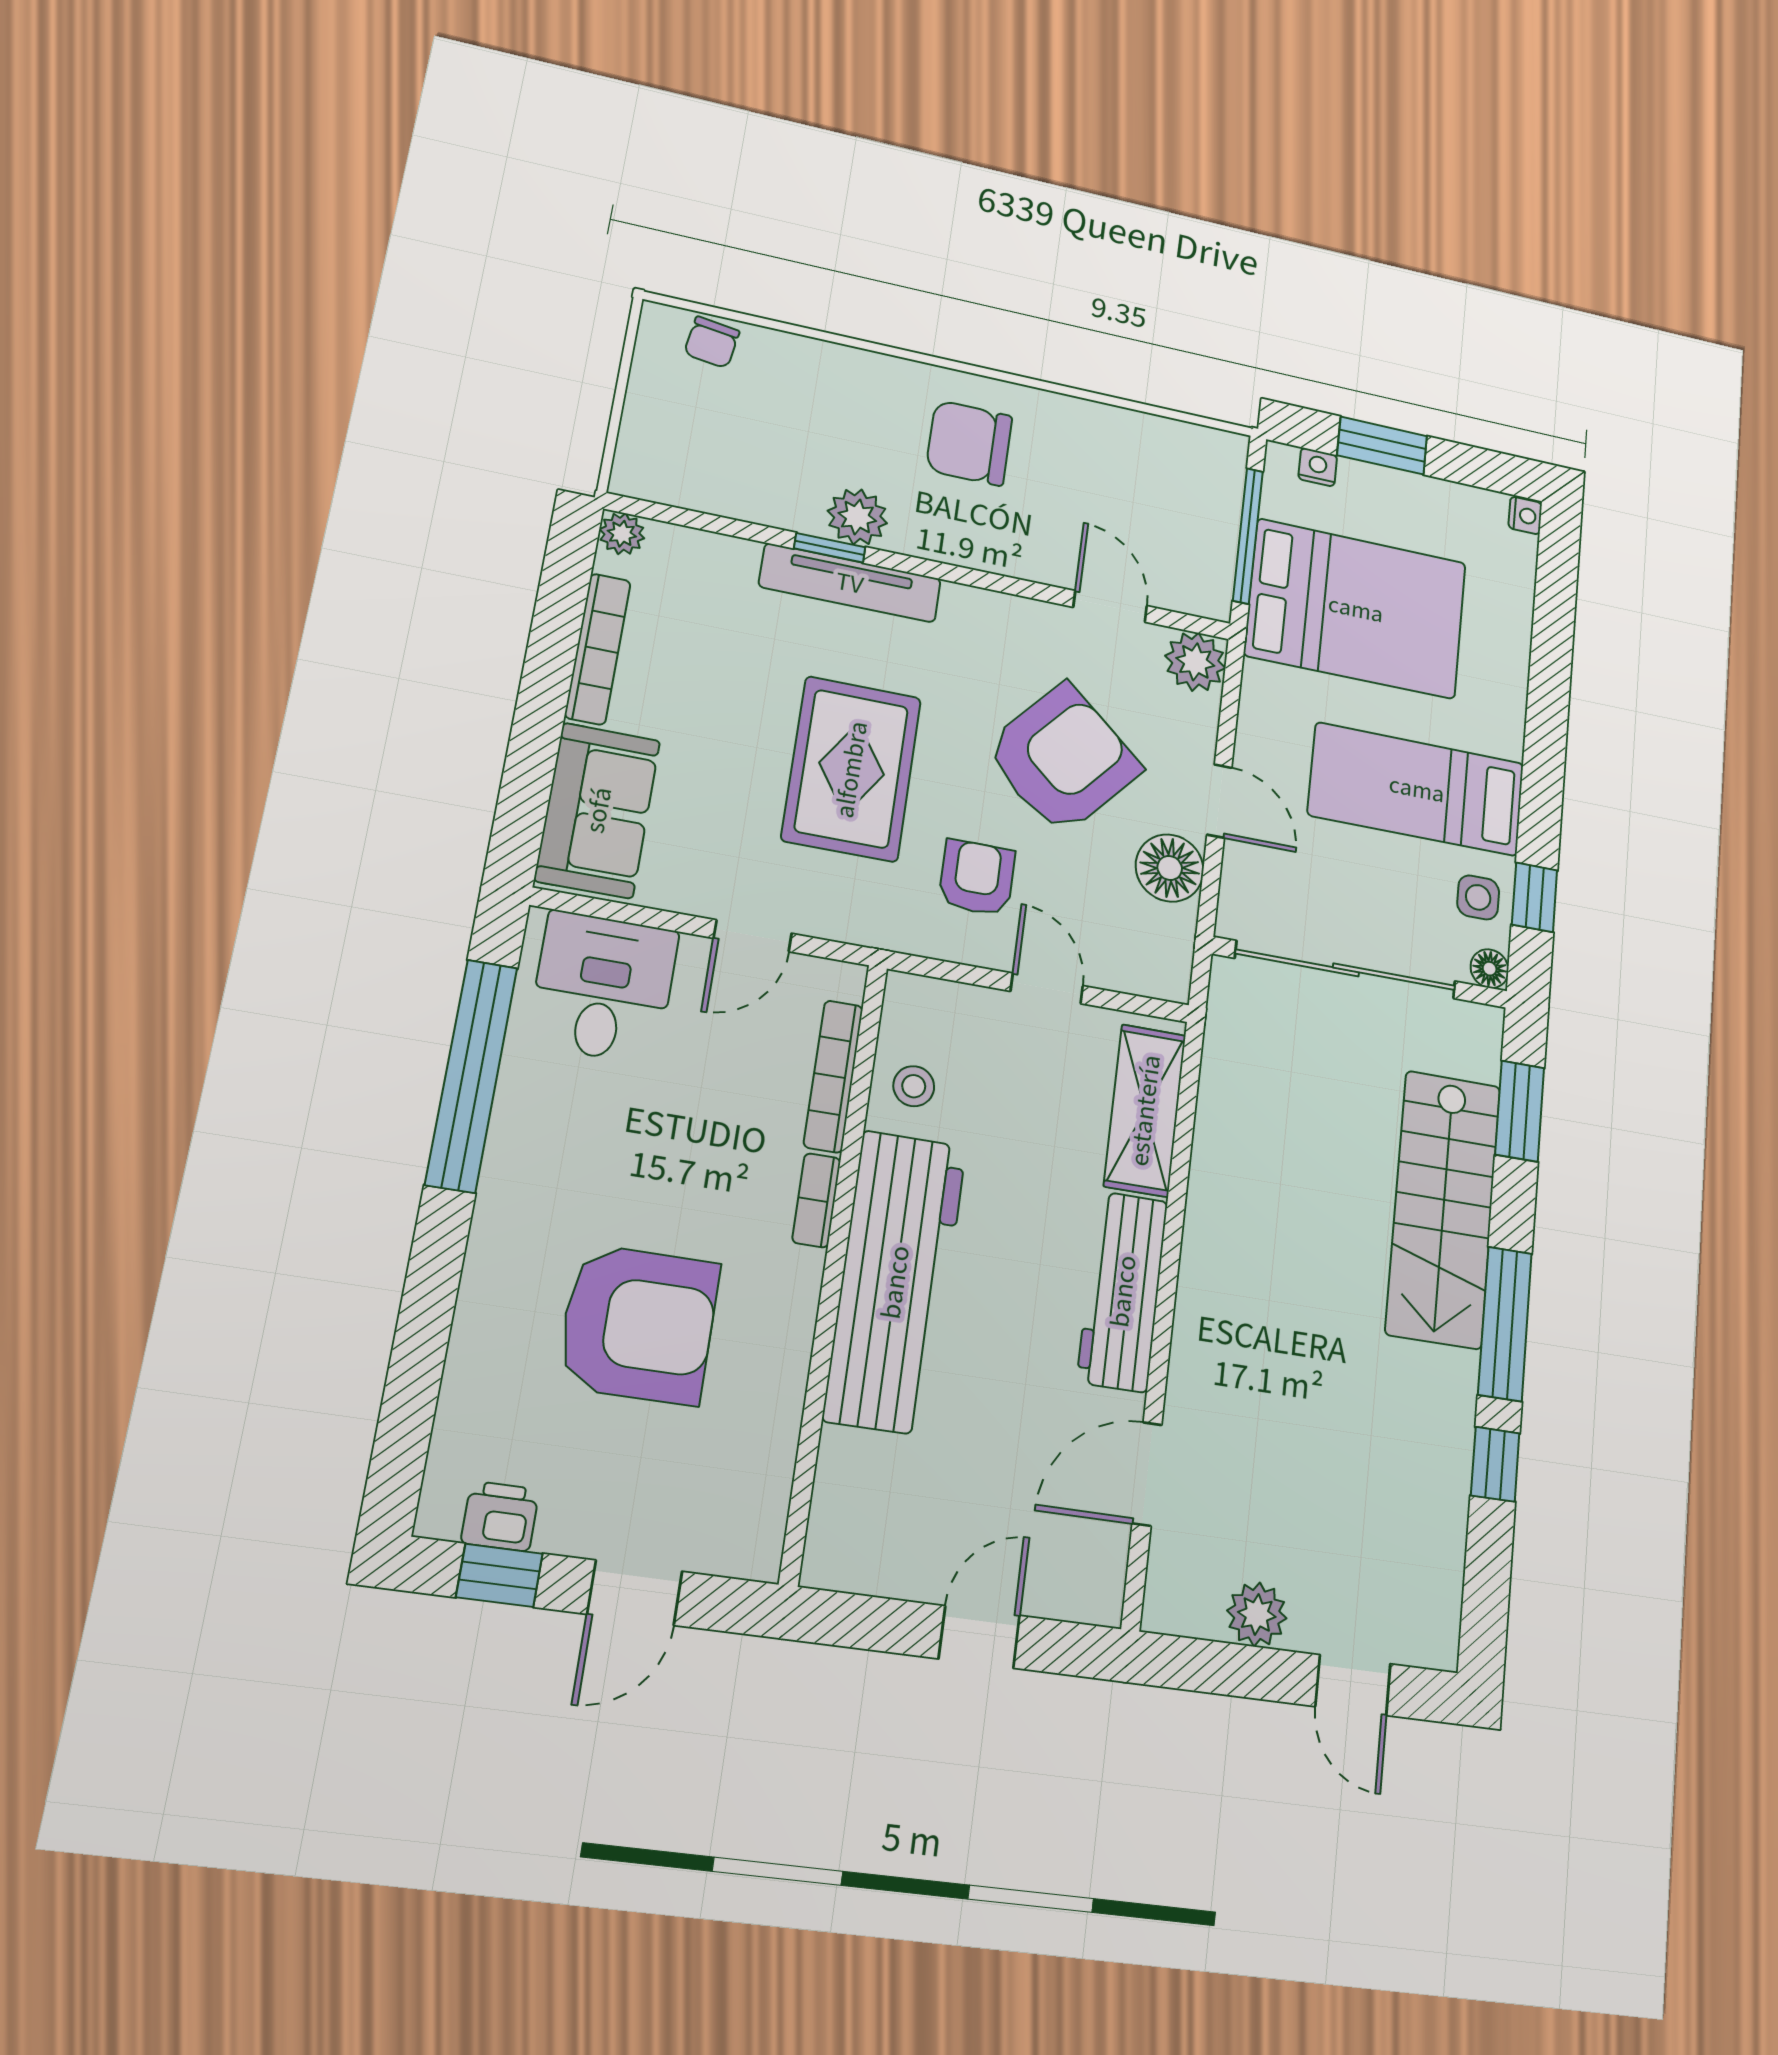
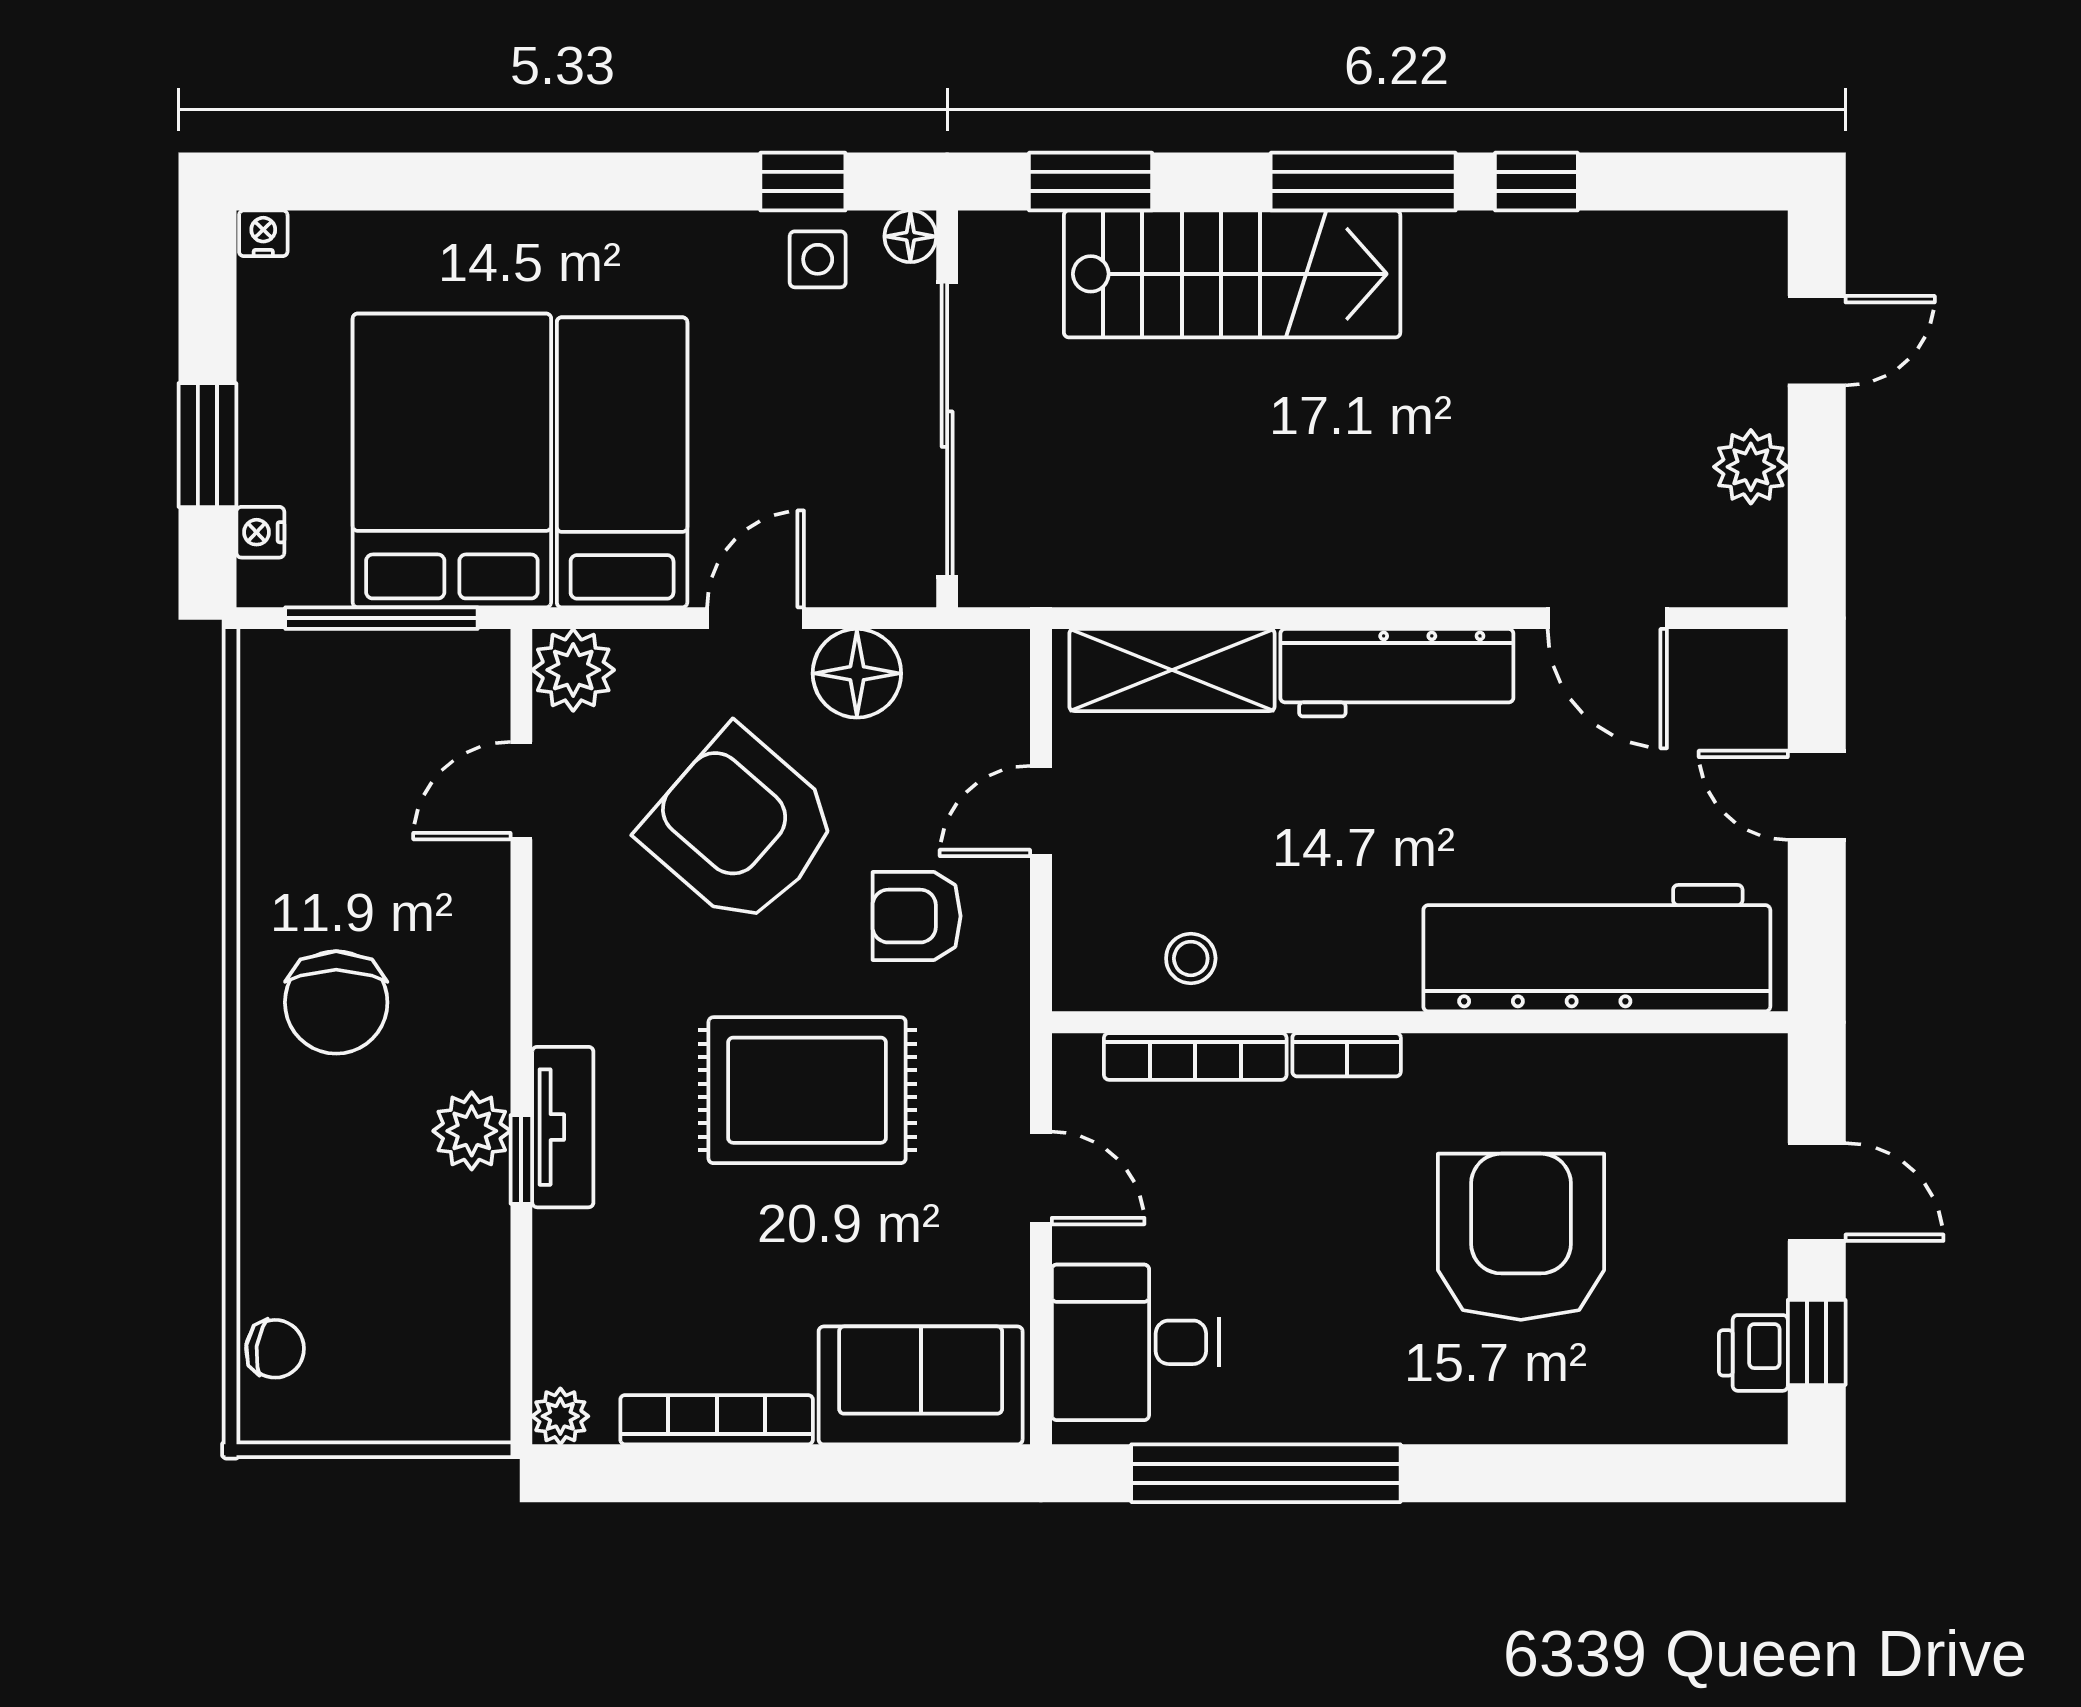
tv unit: (850, 583) -> (563, 1127), width x0.71
bed: (1417, 789) -> (622, 462), moved, turned 180
workbench: (895, 1282) -> (1597, 948), moved

